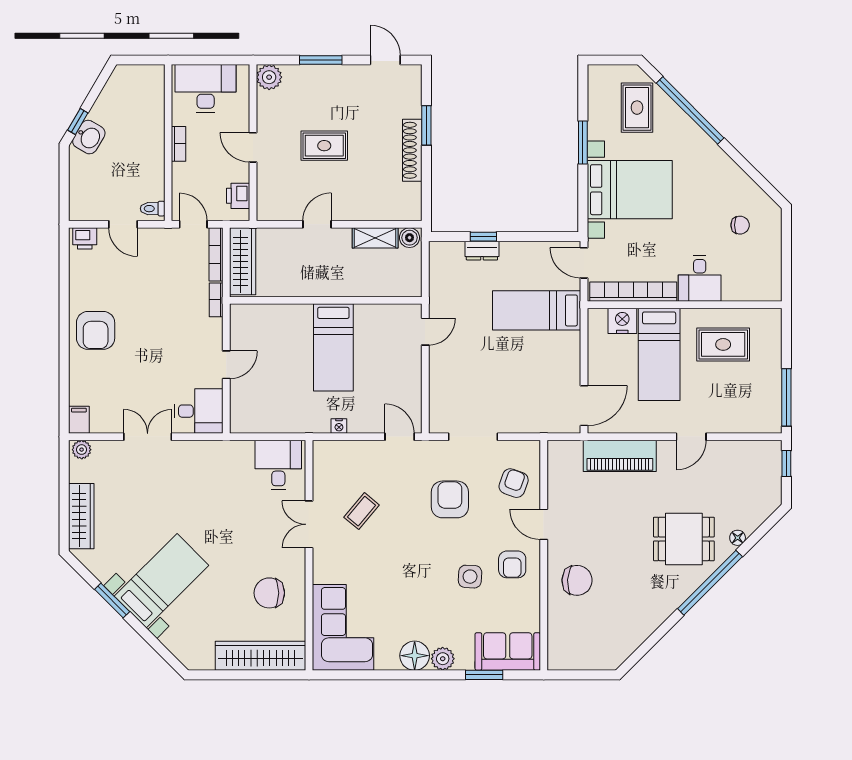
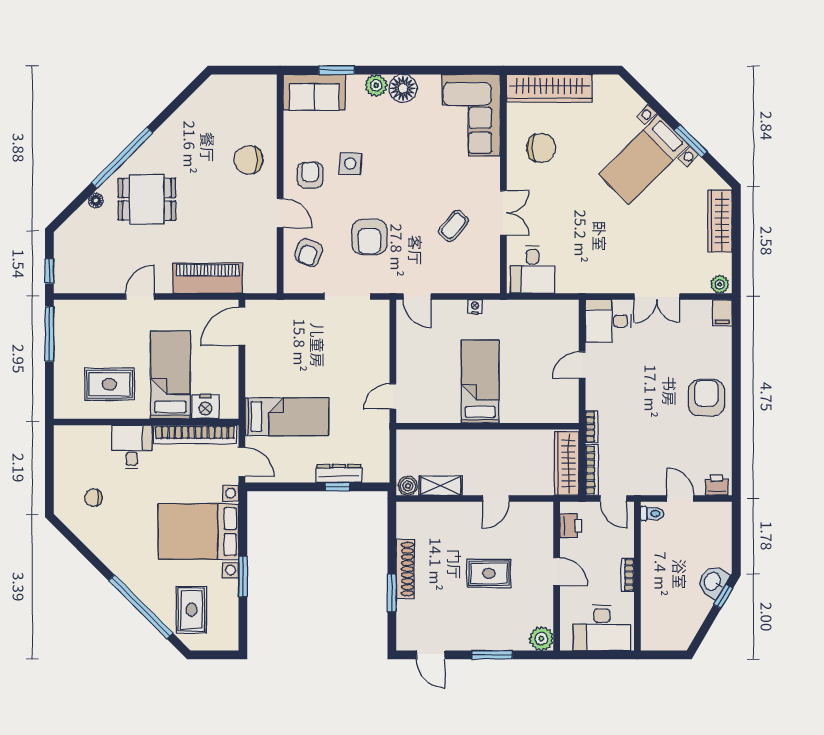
dresser: (482, 251) -> (339, 474), width x1.44

